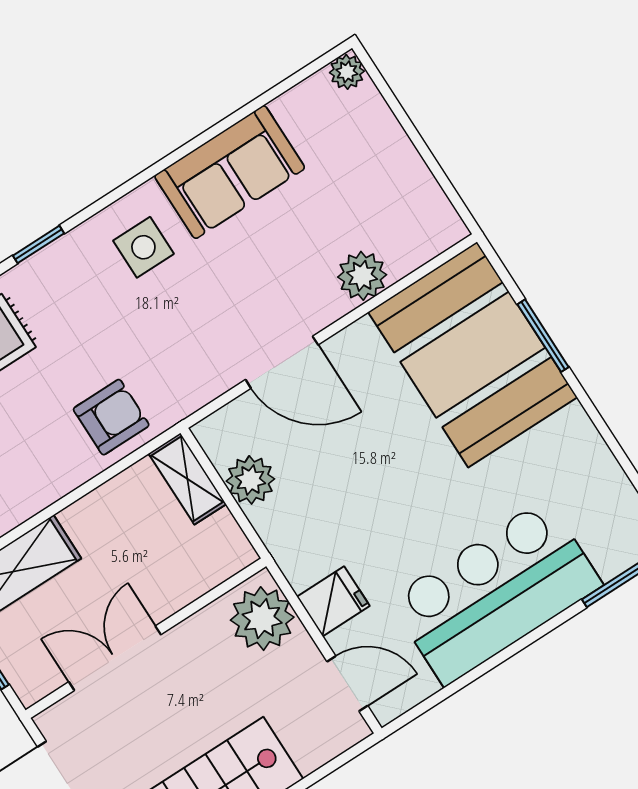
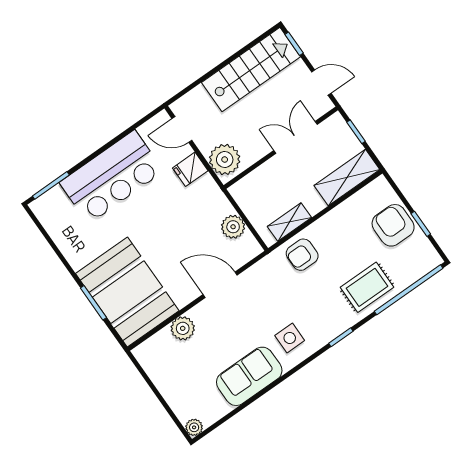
shelving: (187, 479) -> (289, 222), moved, turned 90
double door: (115, 658) -> (296, 137), swing flipped

